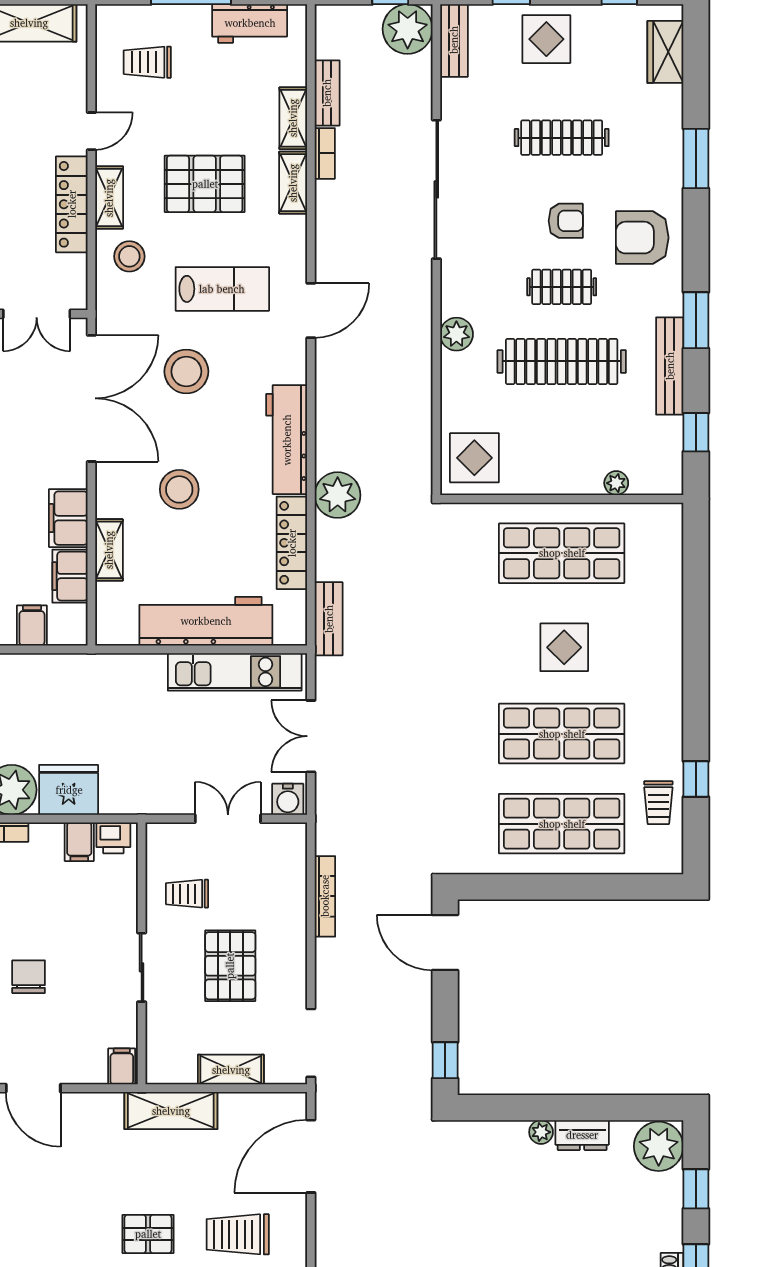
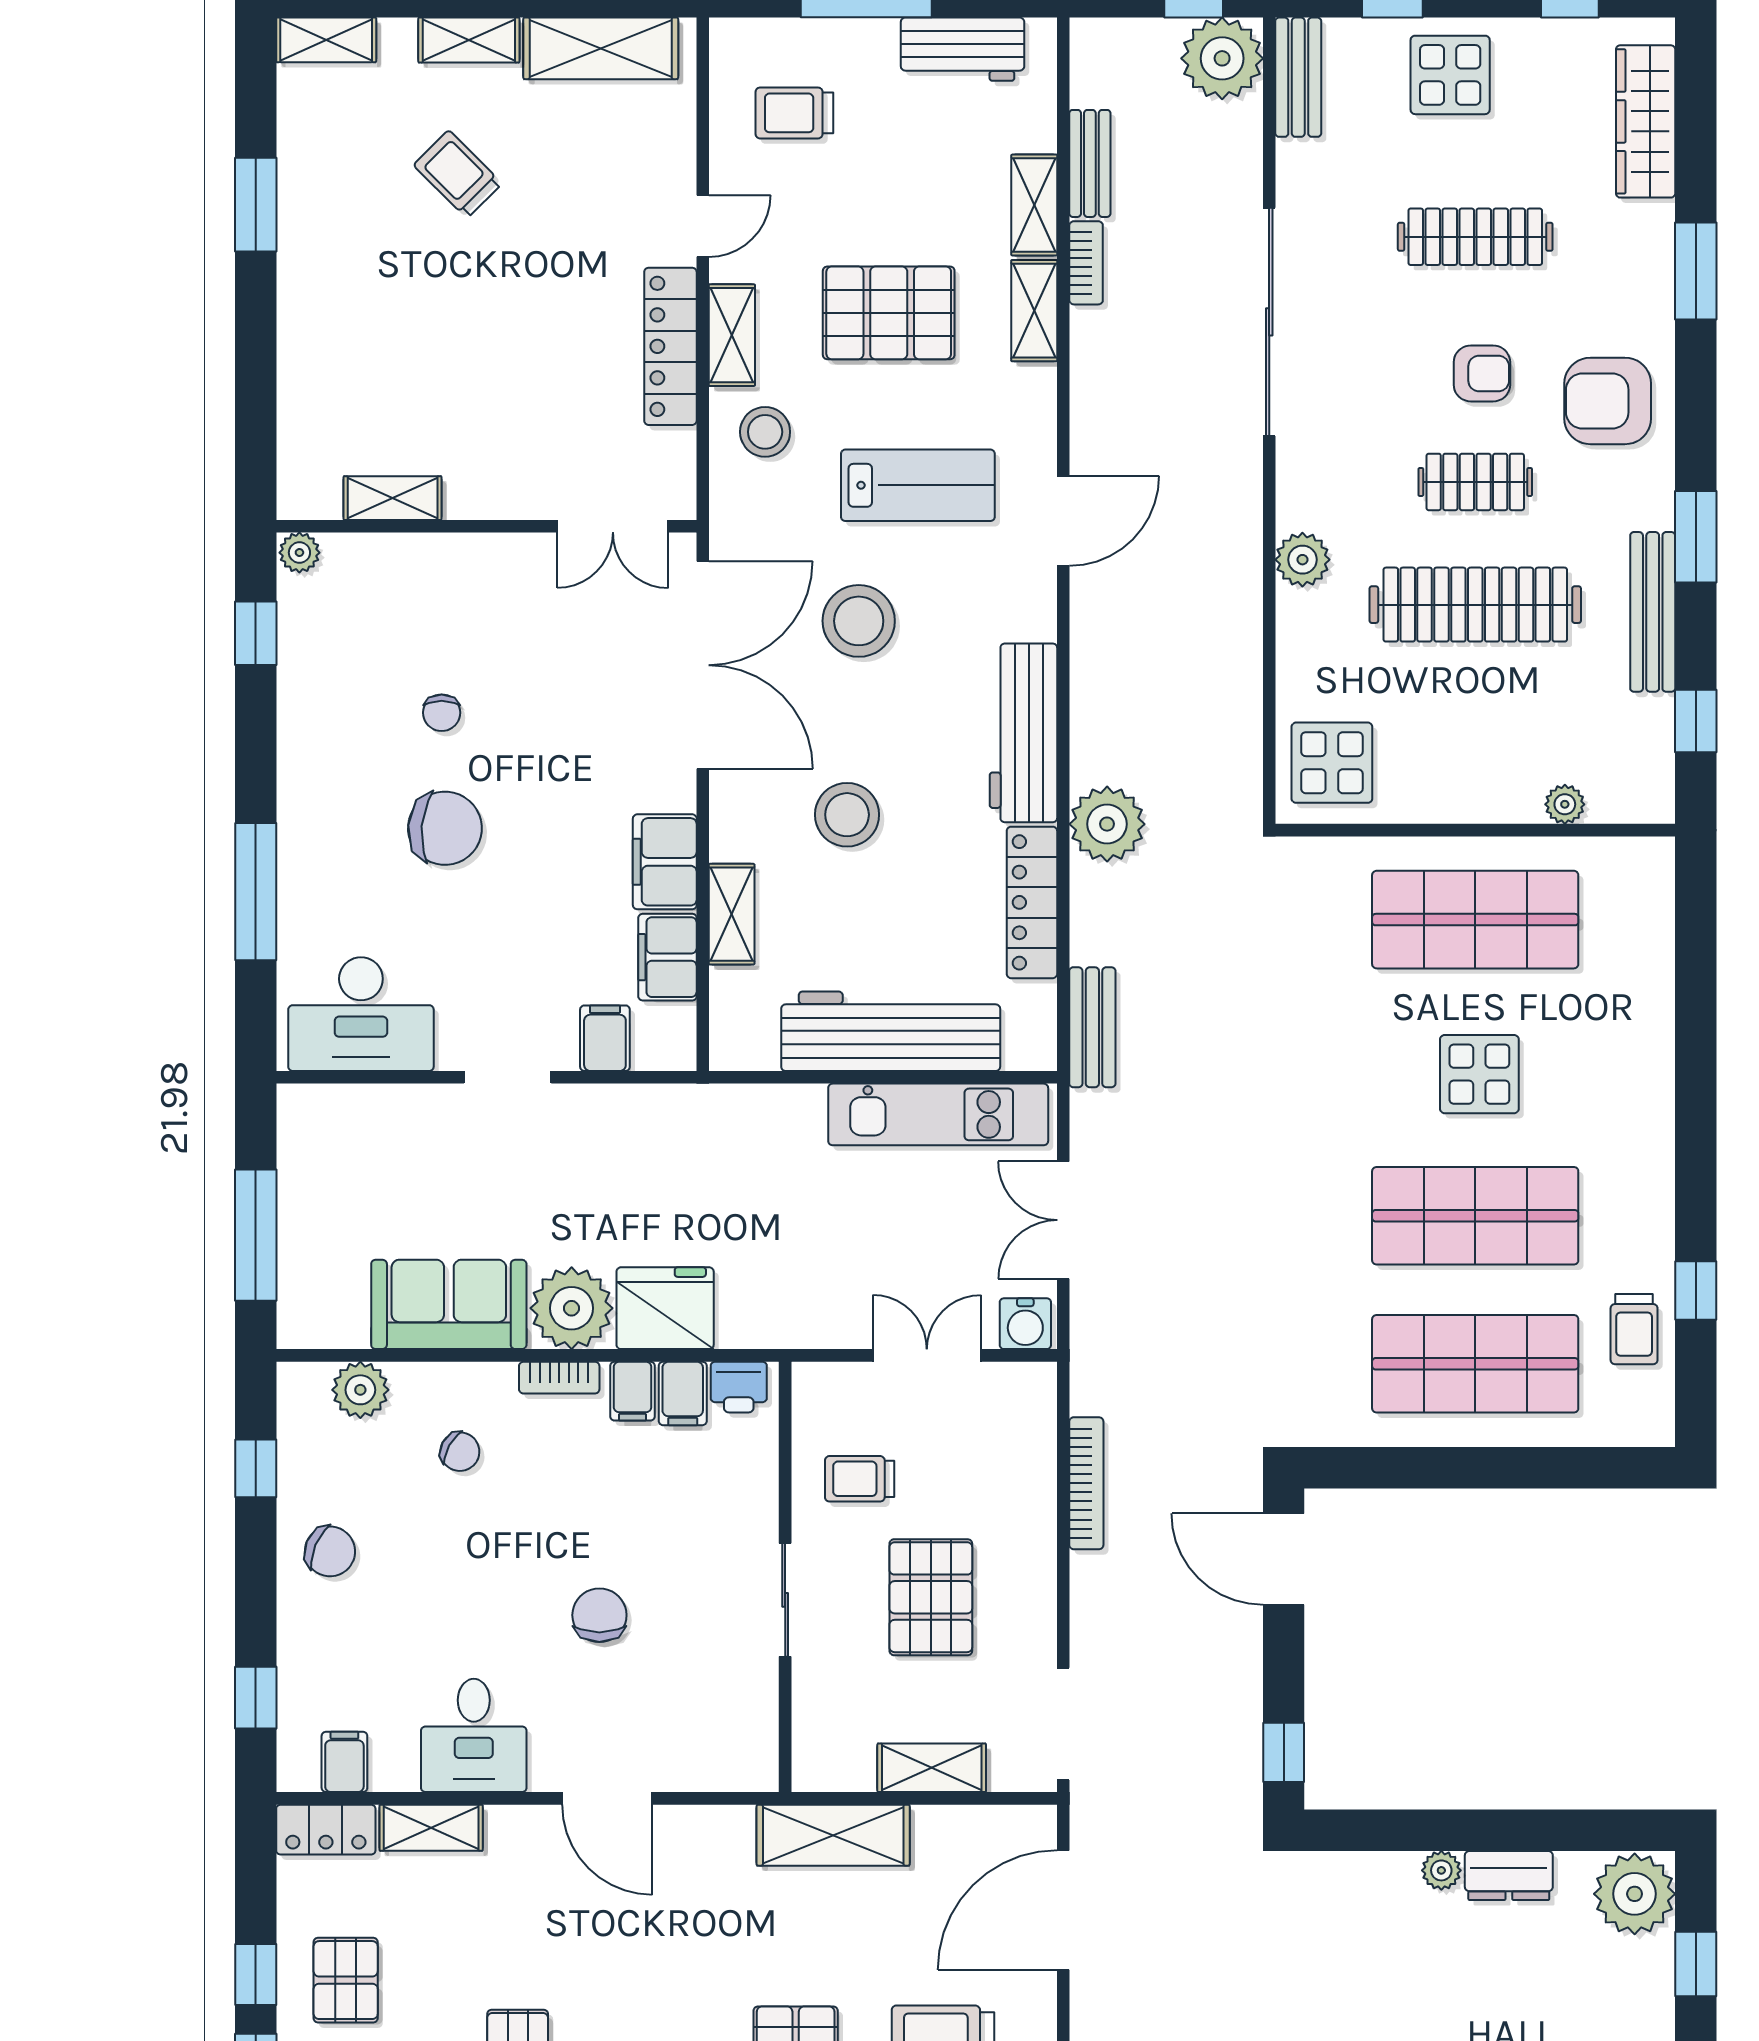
wardrobe: (665, 52) -> (1646, 121), width x1.50
filing cabinet: (122, 1066) -> (633, 1391), moved, turned 180

